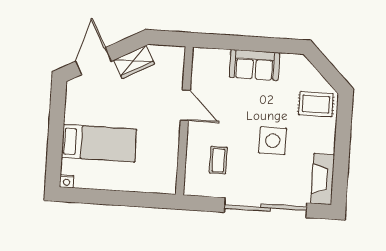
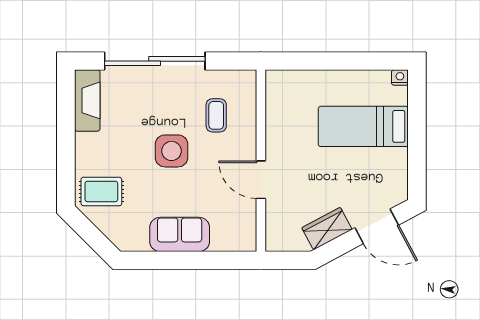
door: (93, 61) -> (377, 226), hinge flipped
side table: (273, 141) -> (171, 151), moved

